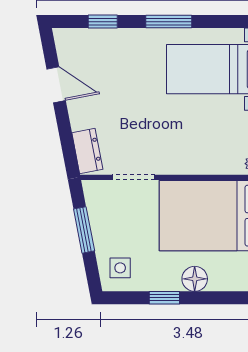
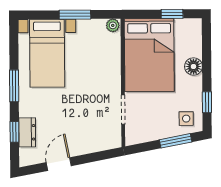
dresser: (87, 151) -> (27, 132), moved, turned 101
window: (84, 230) -> (176, 141), moved
window: (164, 298) -> (207, 102), moved

